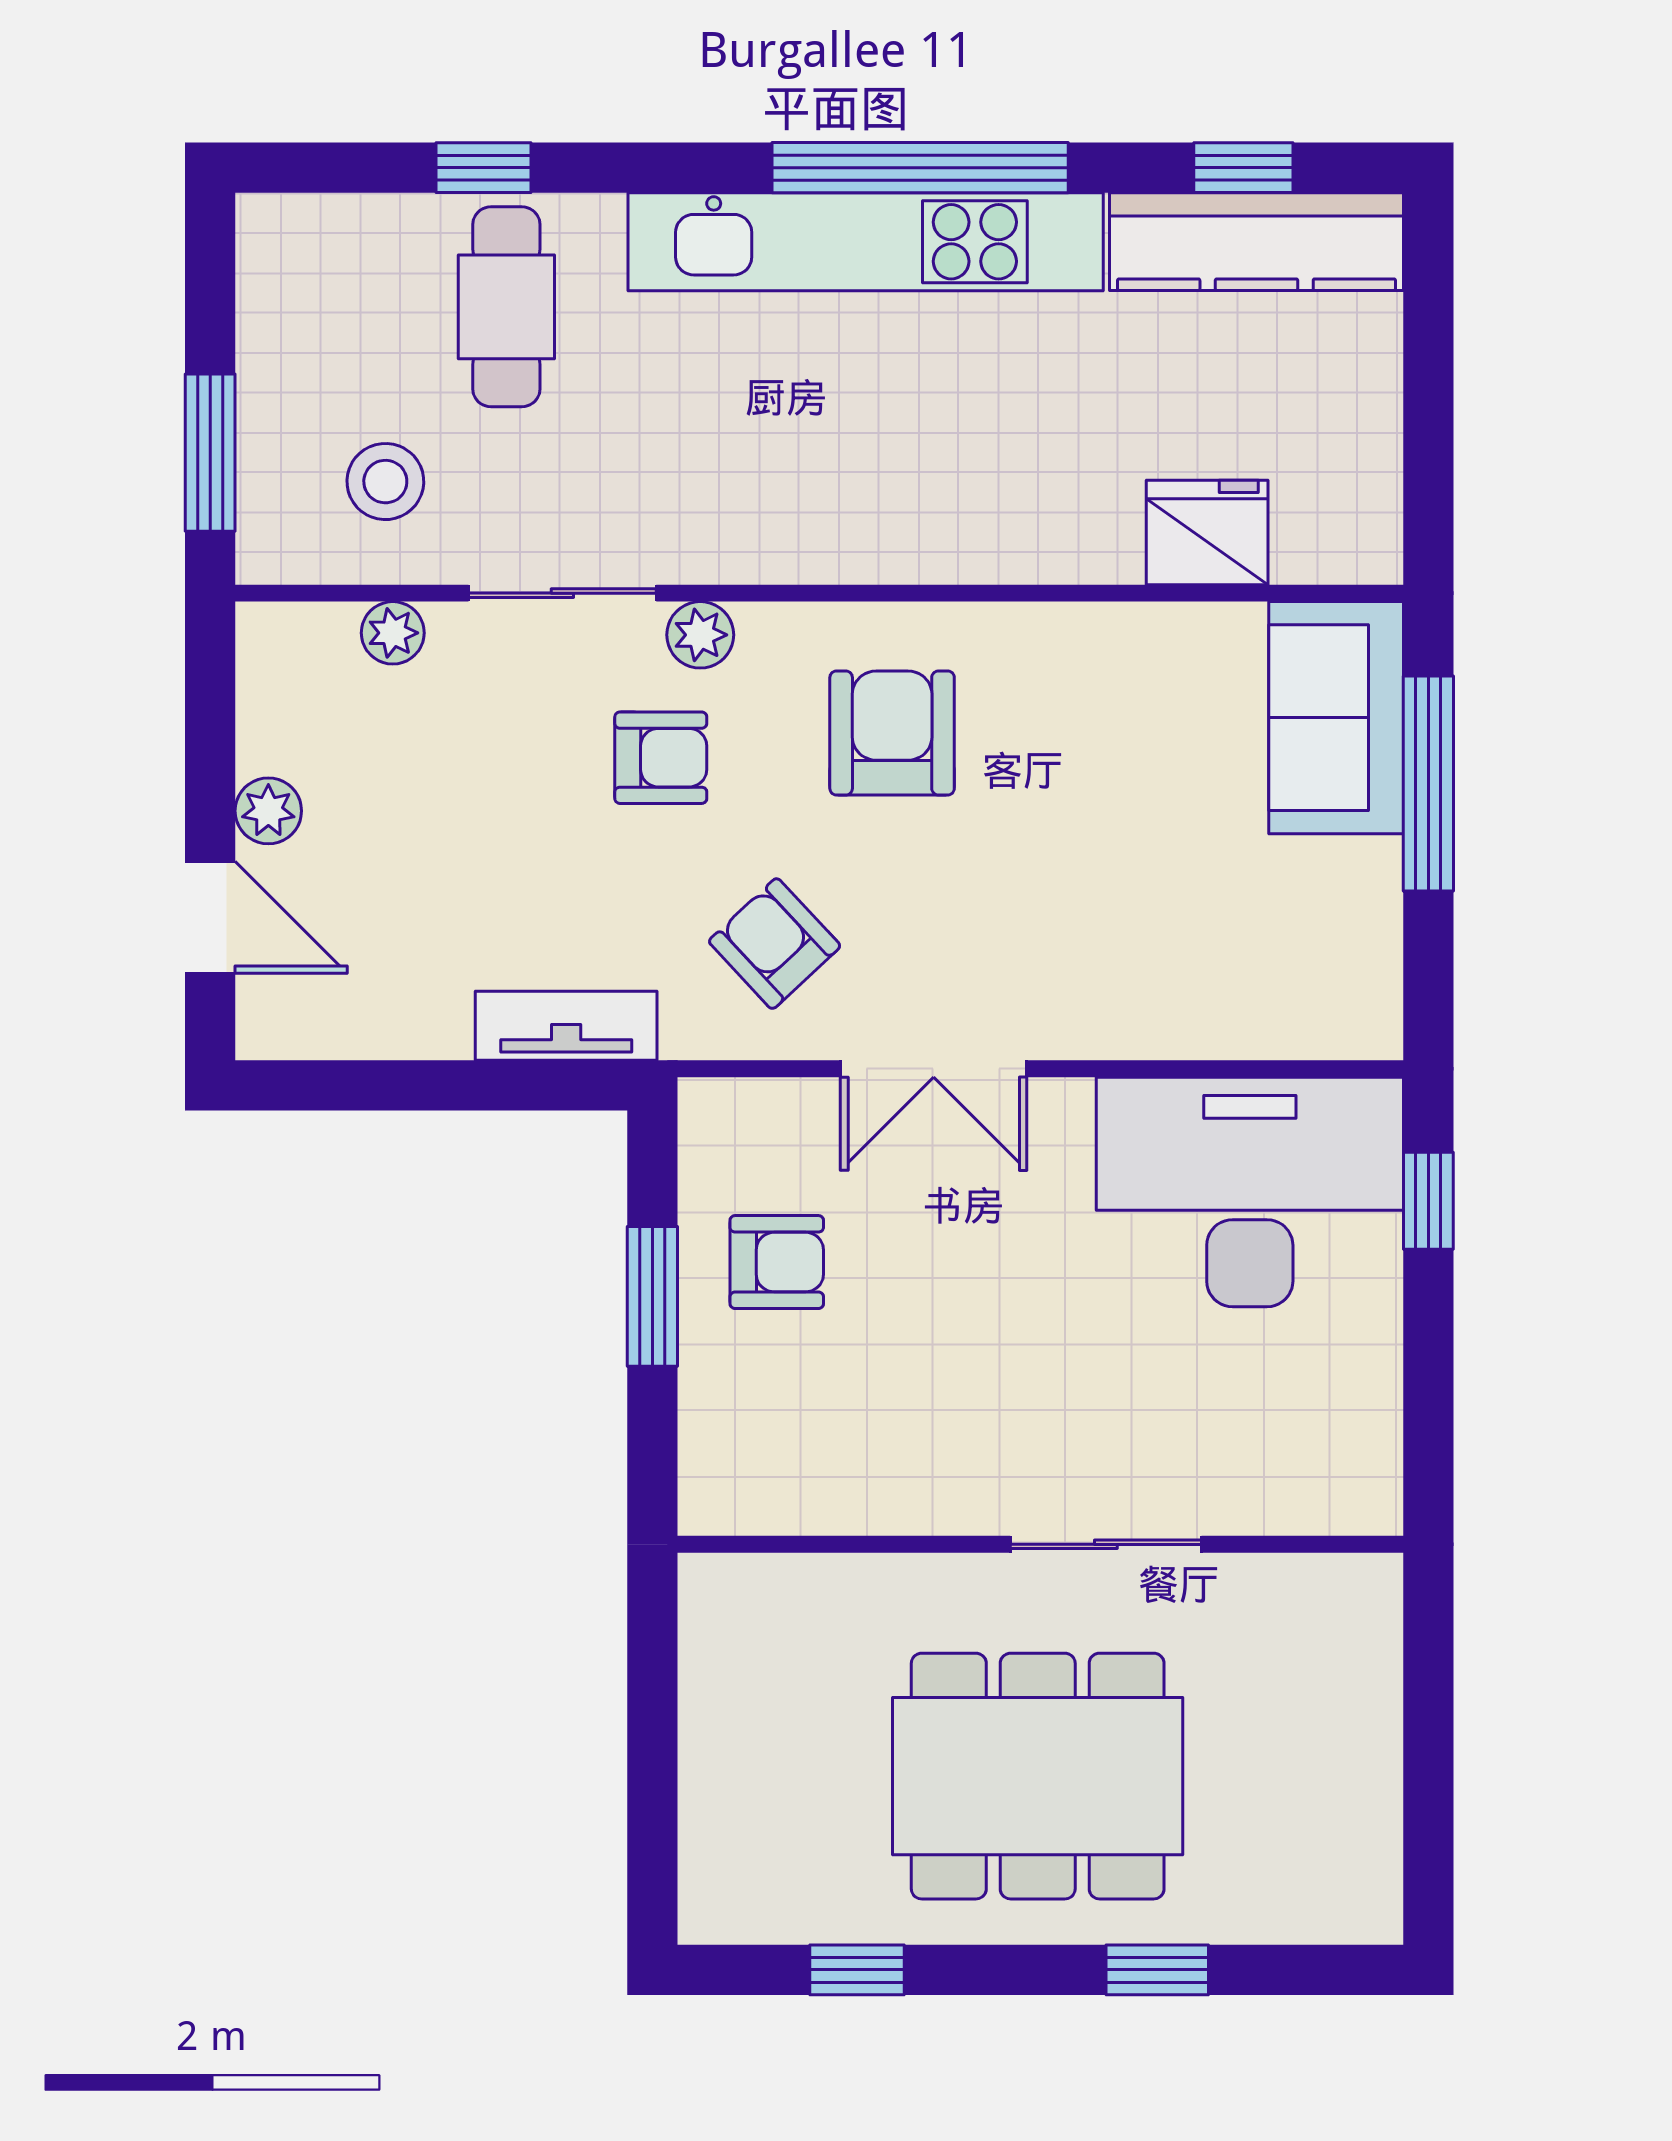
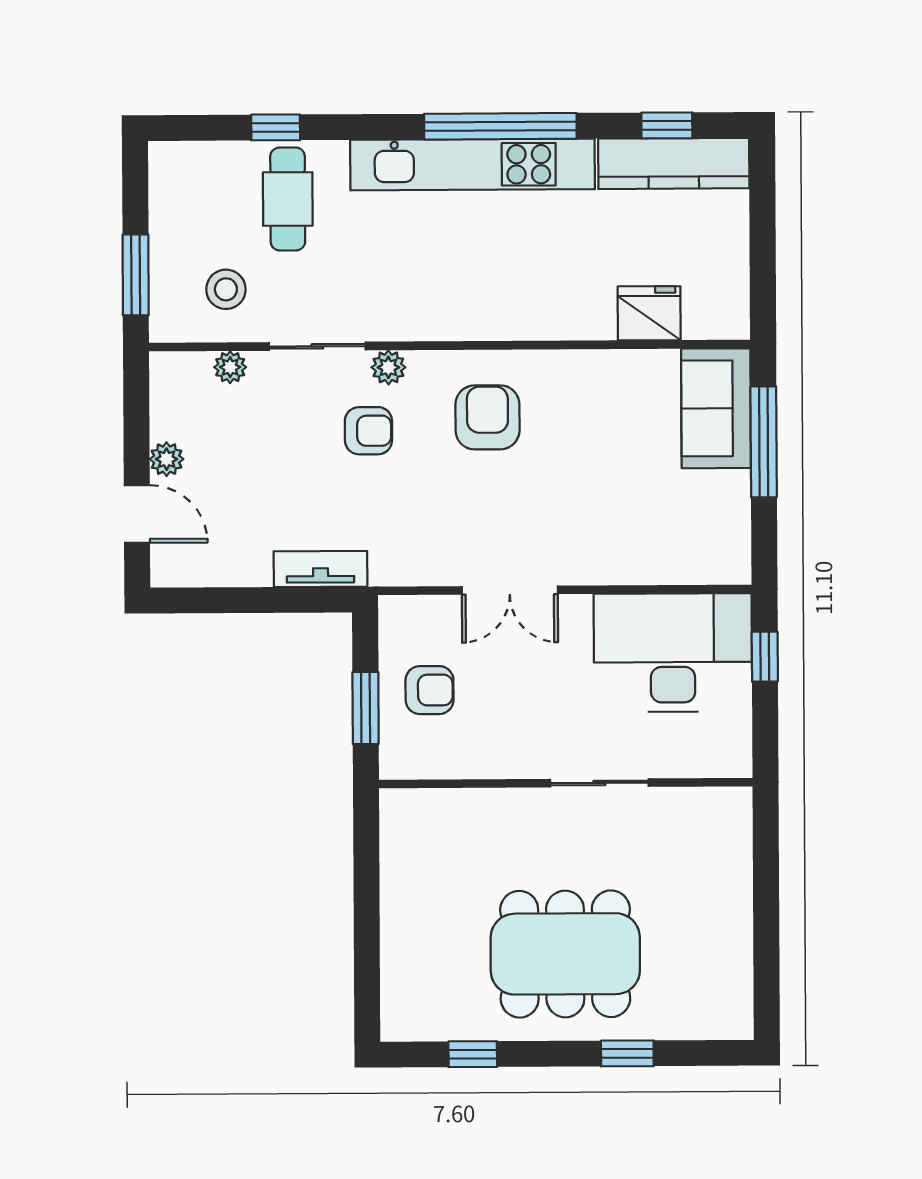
armchair: (775, 944) -> (428, 526), removed
wall: (1040, 1544) -> (566, 783), moved
sliding door: (1106, 1544) -> (599, 783), moved

